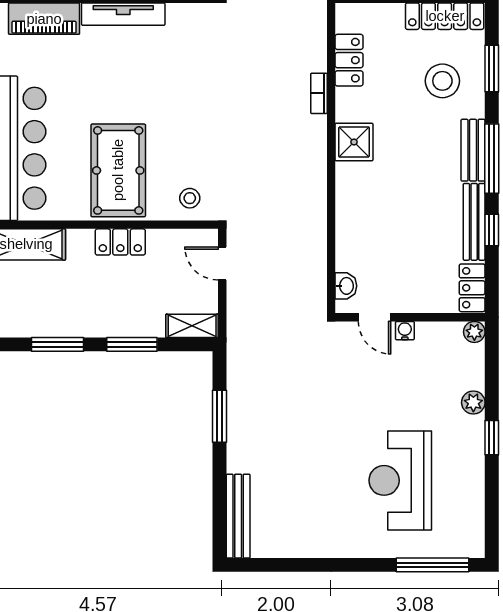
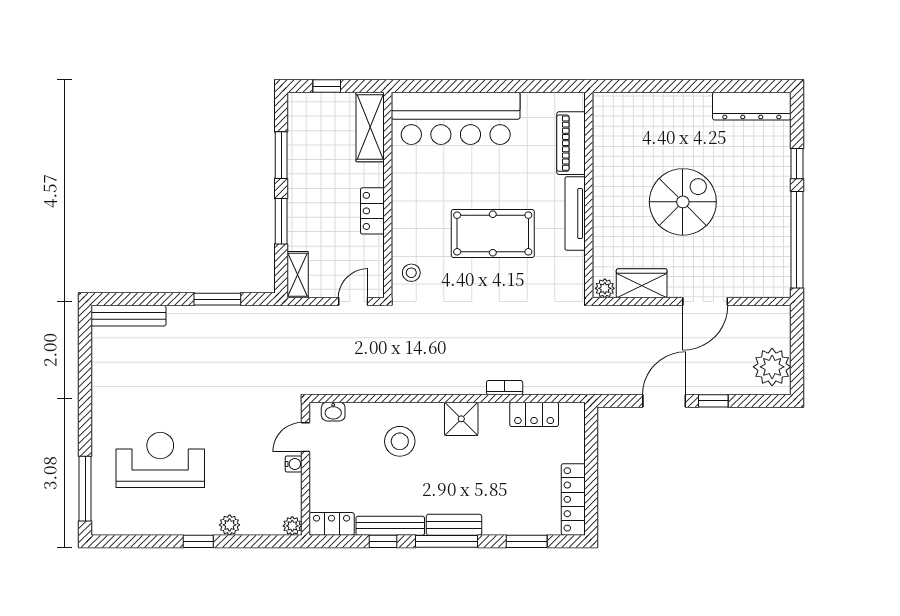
stool: (442, 81) -> (400, 441), moved
pool table: (118, 170) -> (493, 233), moved

